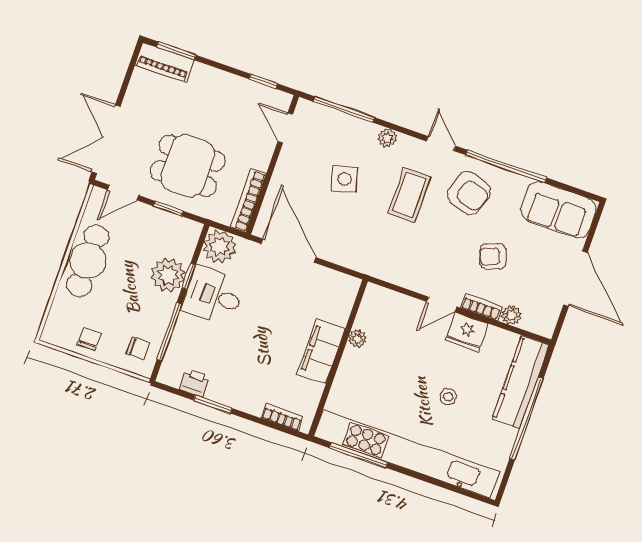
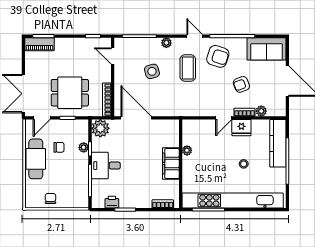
plant: (168, 275) -> (84, 147), width x0.53, depth x0.53
desk: (213, 296) -> (106, 166), moved
chair: (138, 348) -> (59, 147), moved

